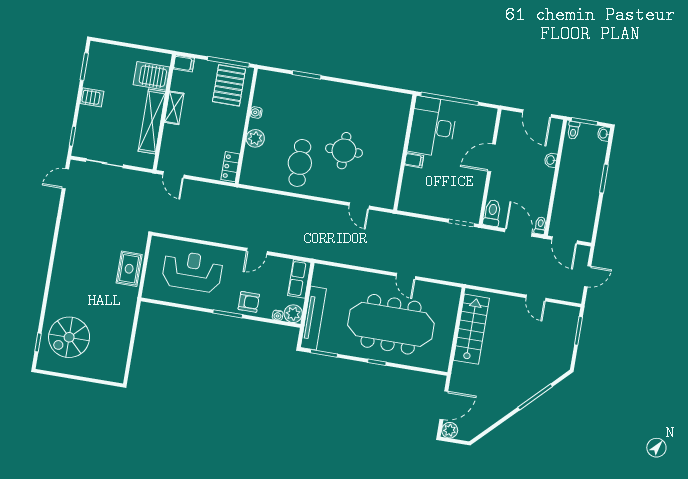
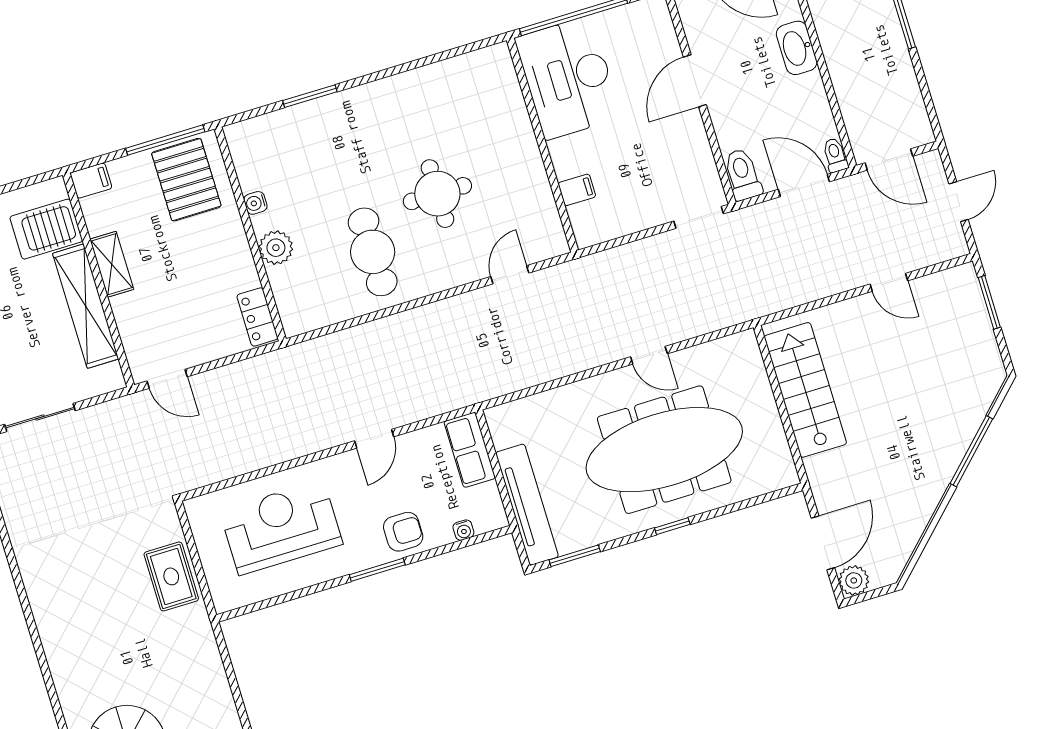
filing cabinet: (414, 160) -> (577, 190), moved
washbasin: (551, 160) -> (797, 48), width x1.91, depth x1.45
door: (359, 206) -> (510, 275), swing flipped
plant: (293, 314) -> (489, 514), removed

